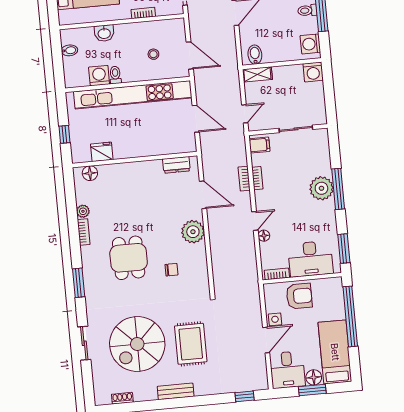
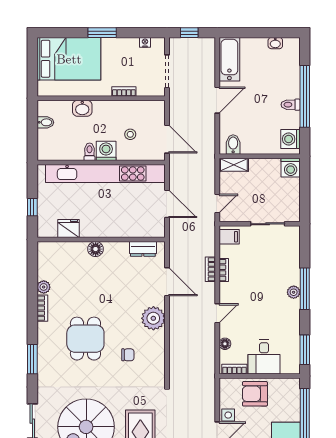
washing machine: (99, 76) -> (106, 151), moved
floor lamp: (90, 173) -> (96, 249), moved
plant: (321, 188) -> (294, 292), width x0.53, depth x0.53
floor lamp: (264, 236) -> (225, 344), moved
desk: (310, 259) -> (264, 357), width x0.73
armchair: (299, 296) -> (255, 394), turned 180

